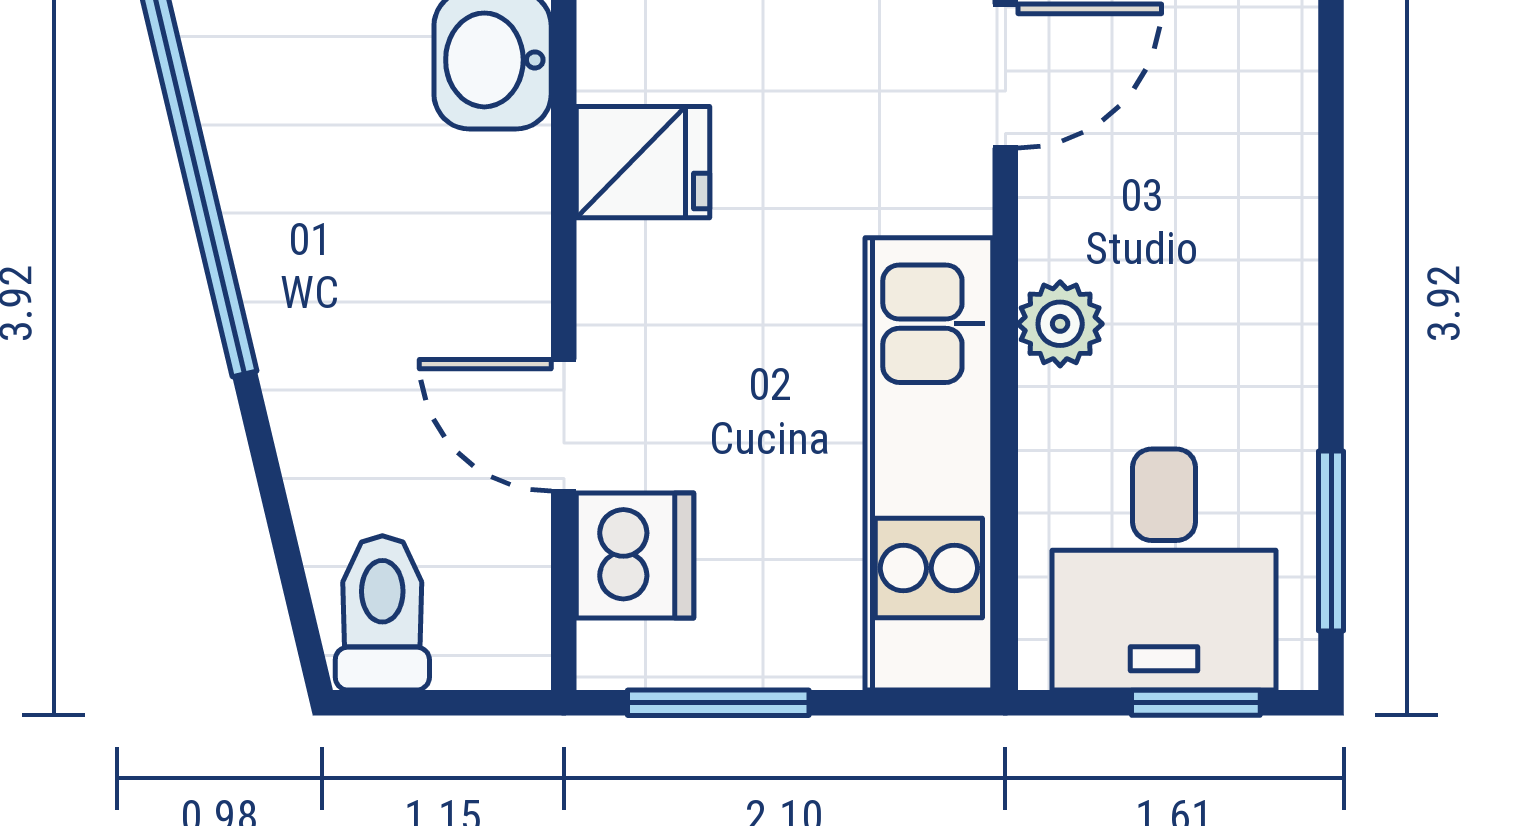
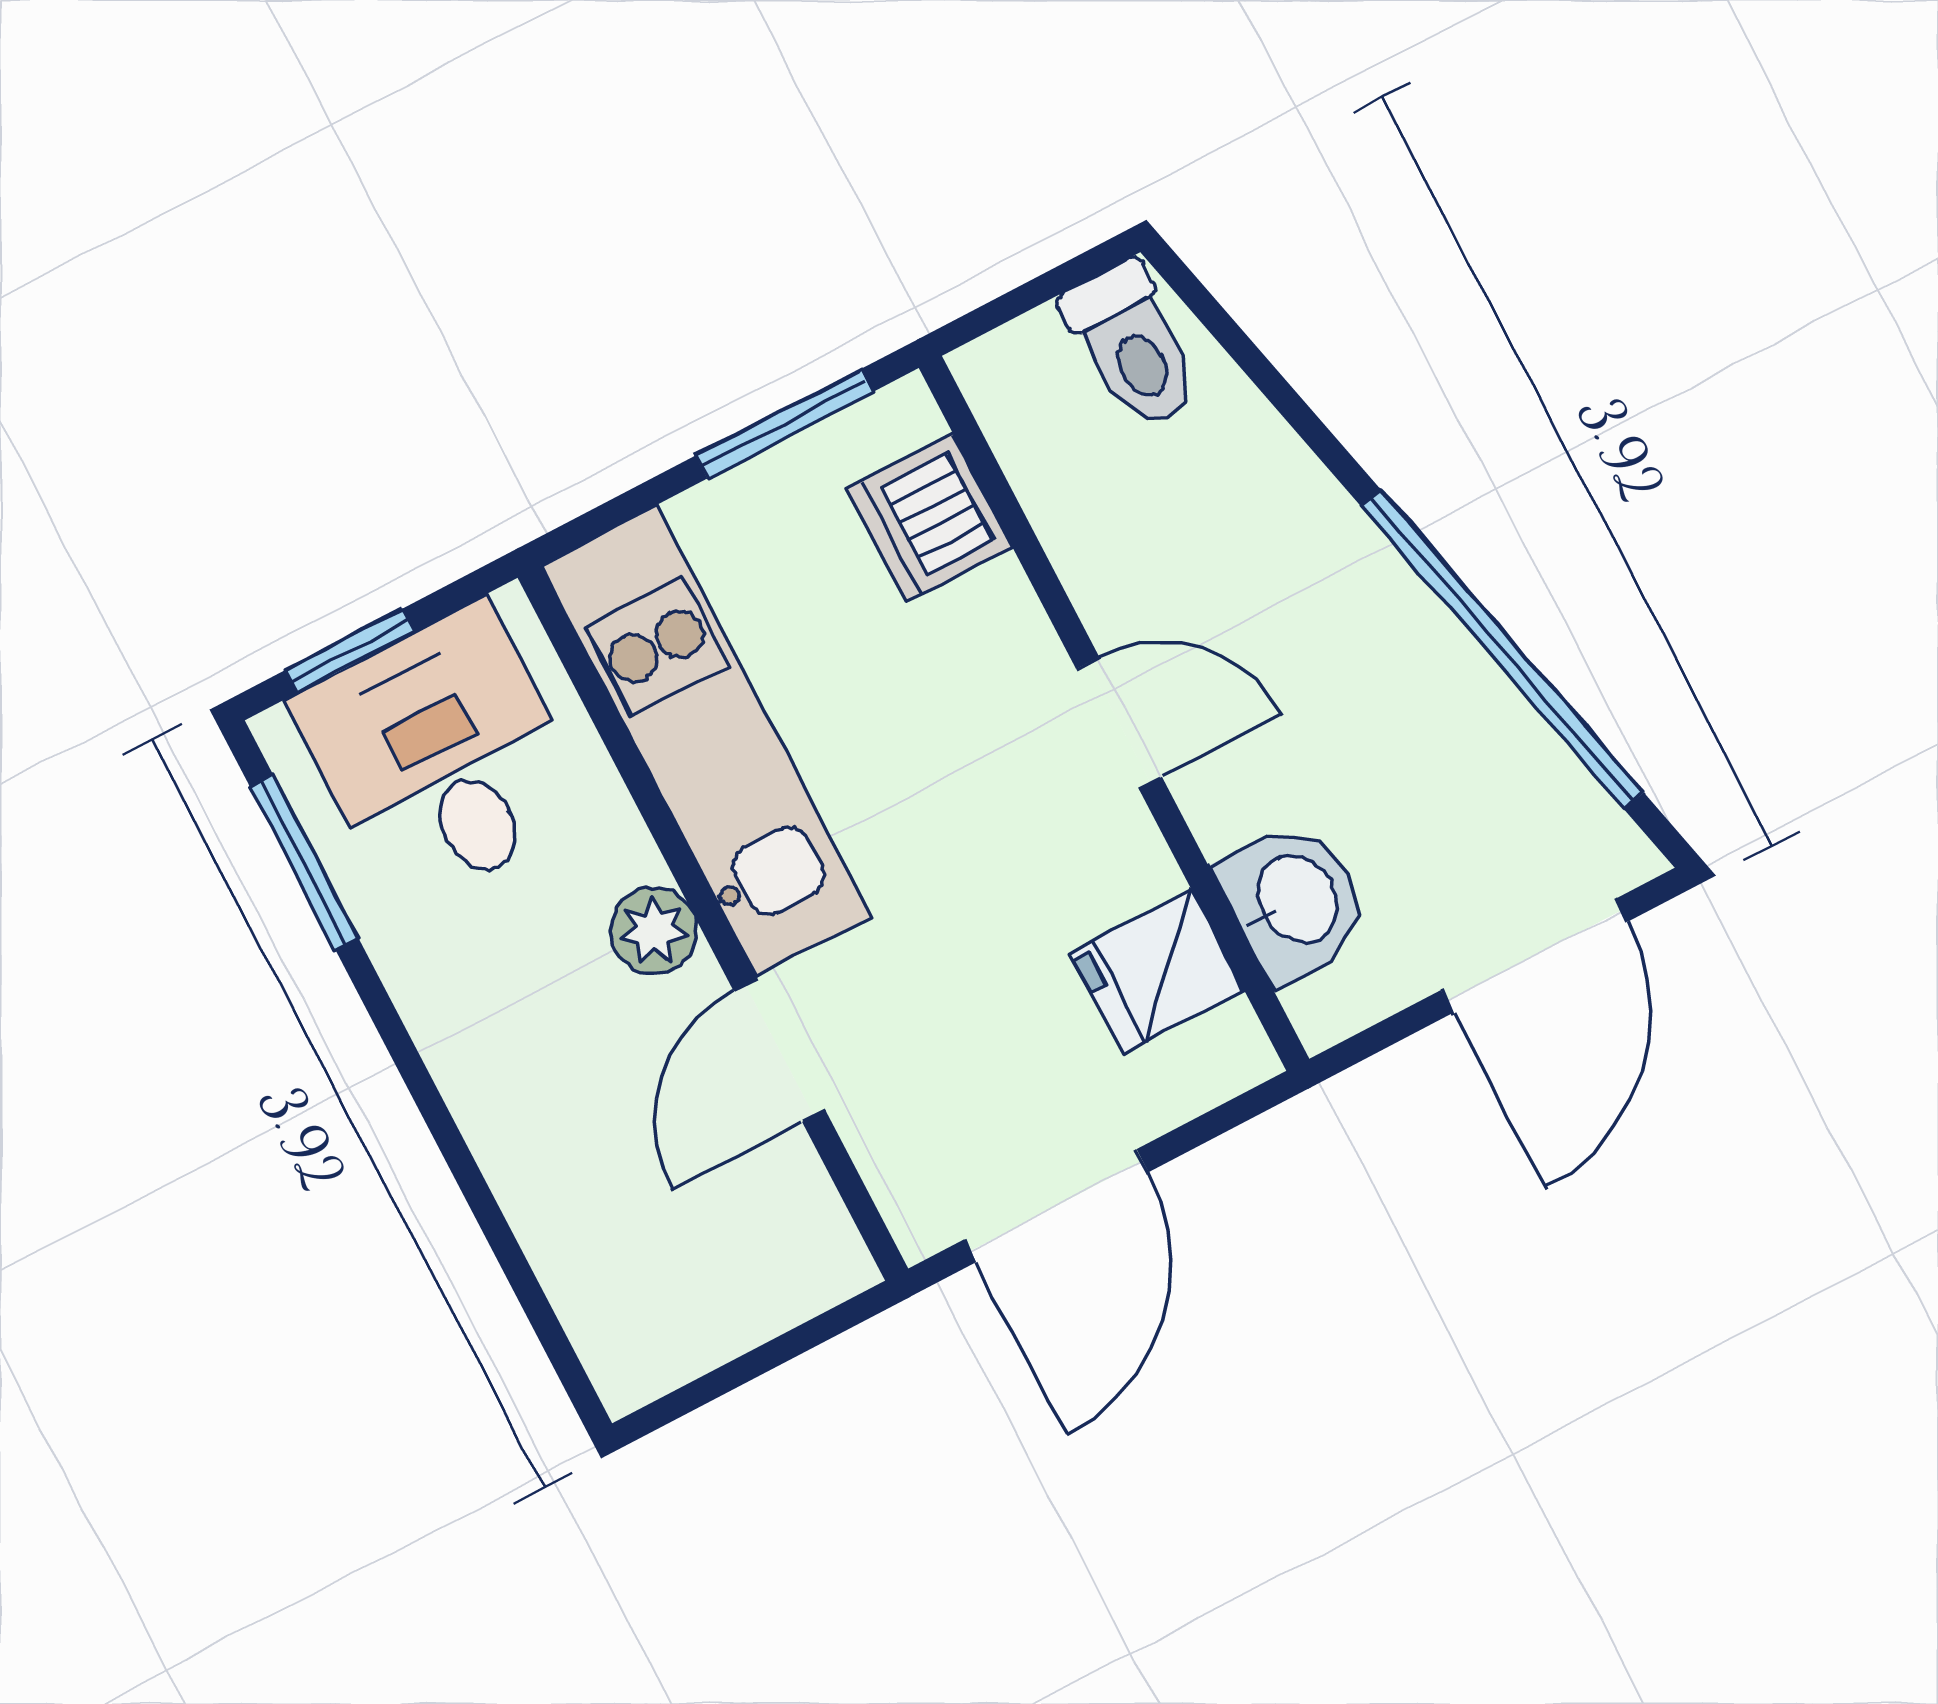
door: (1005, 76) -> (780, 1051), moved
fridge: (643, 162) -> (1157, 971), moved
door: (564, 425) -> (1119, 723), moved

